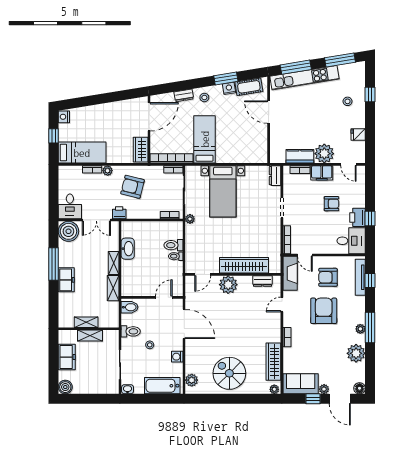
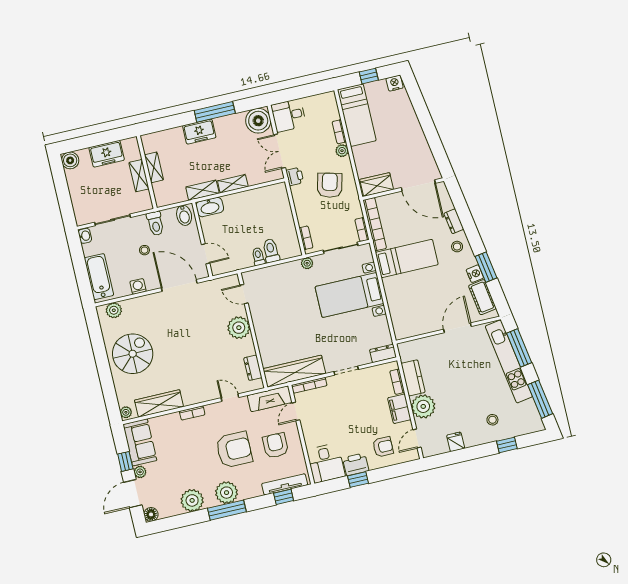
armchair: (332, 204) -> (383, 447), moved, turned -90
washbasin: (128, 249) -> (210, 207), moved
wardrobe: (244, 265) -> (294, 371), moved, turned -90
door: (184, 324) -> (179, 285), swing flipped
plant: (360, 329) -> (227, 493), width x1.87, depth x1.87

